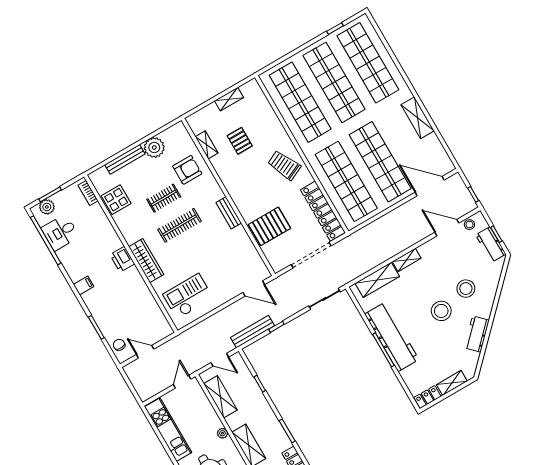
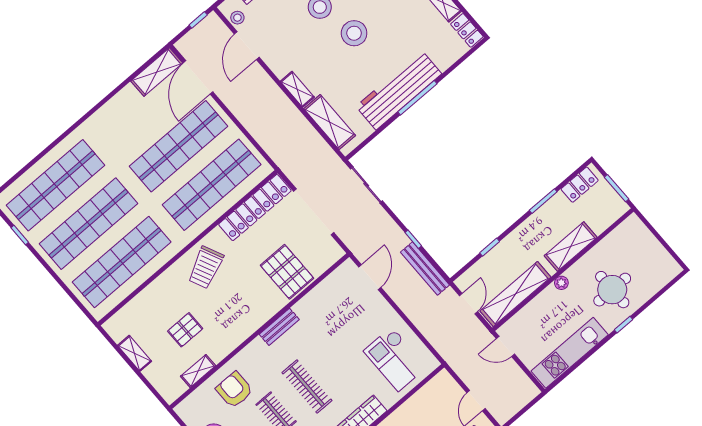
shelving: (418, 118) -> (157, 72), moved
shelving: (220, 397) -> (515, 294), width x1.47

